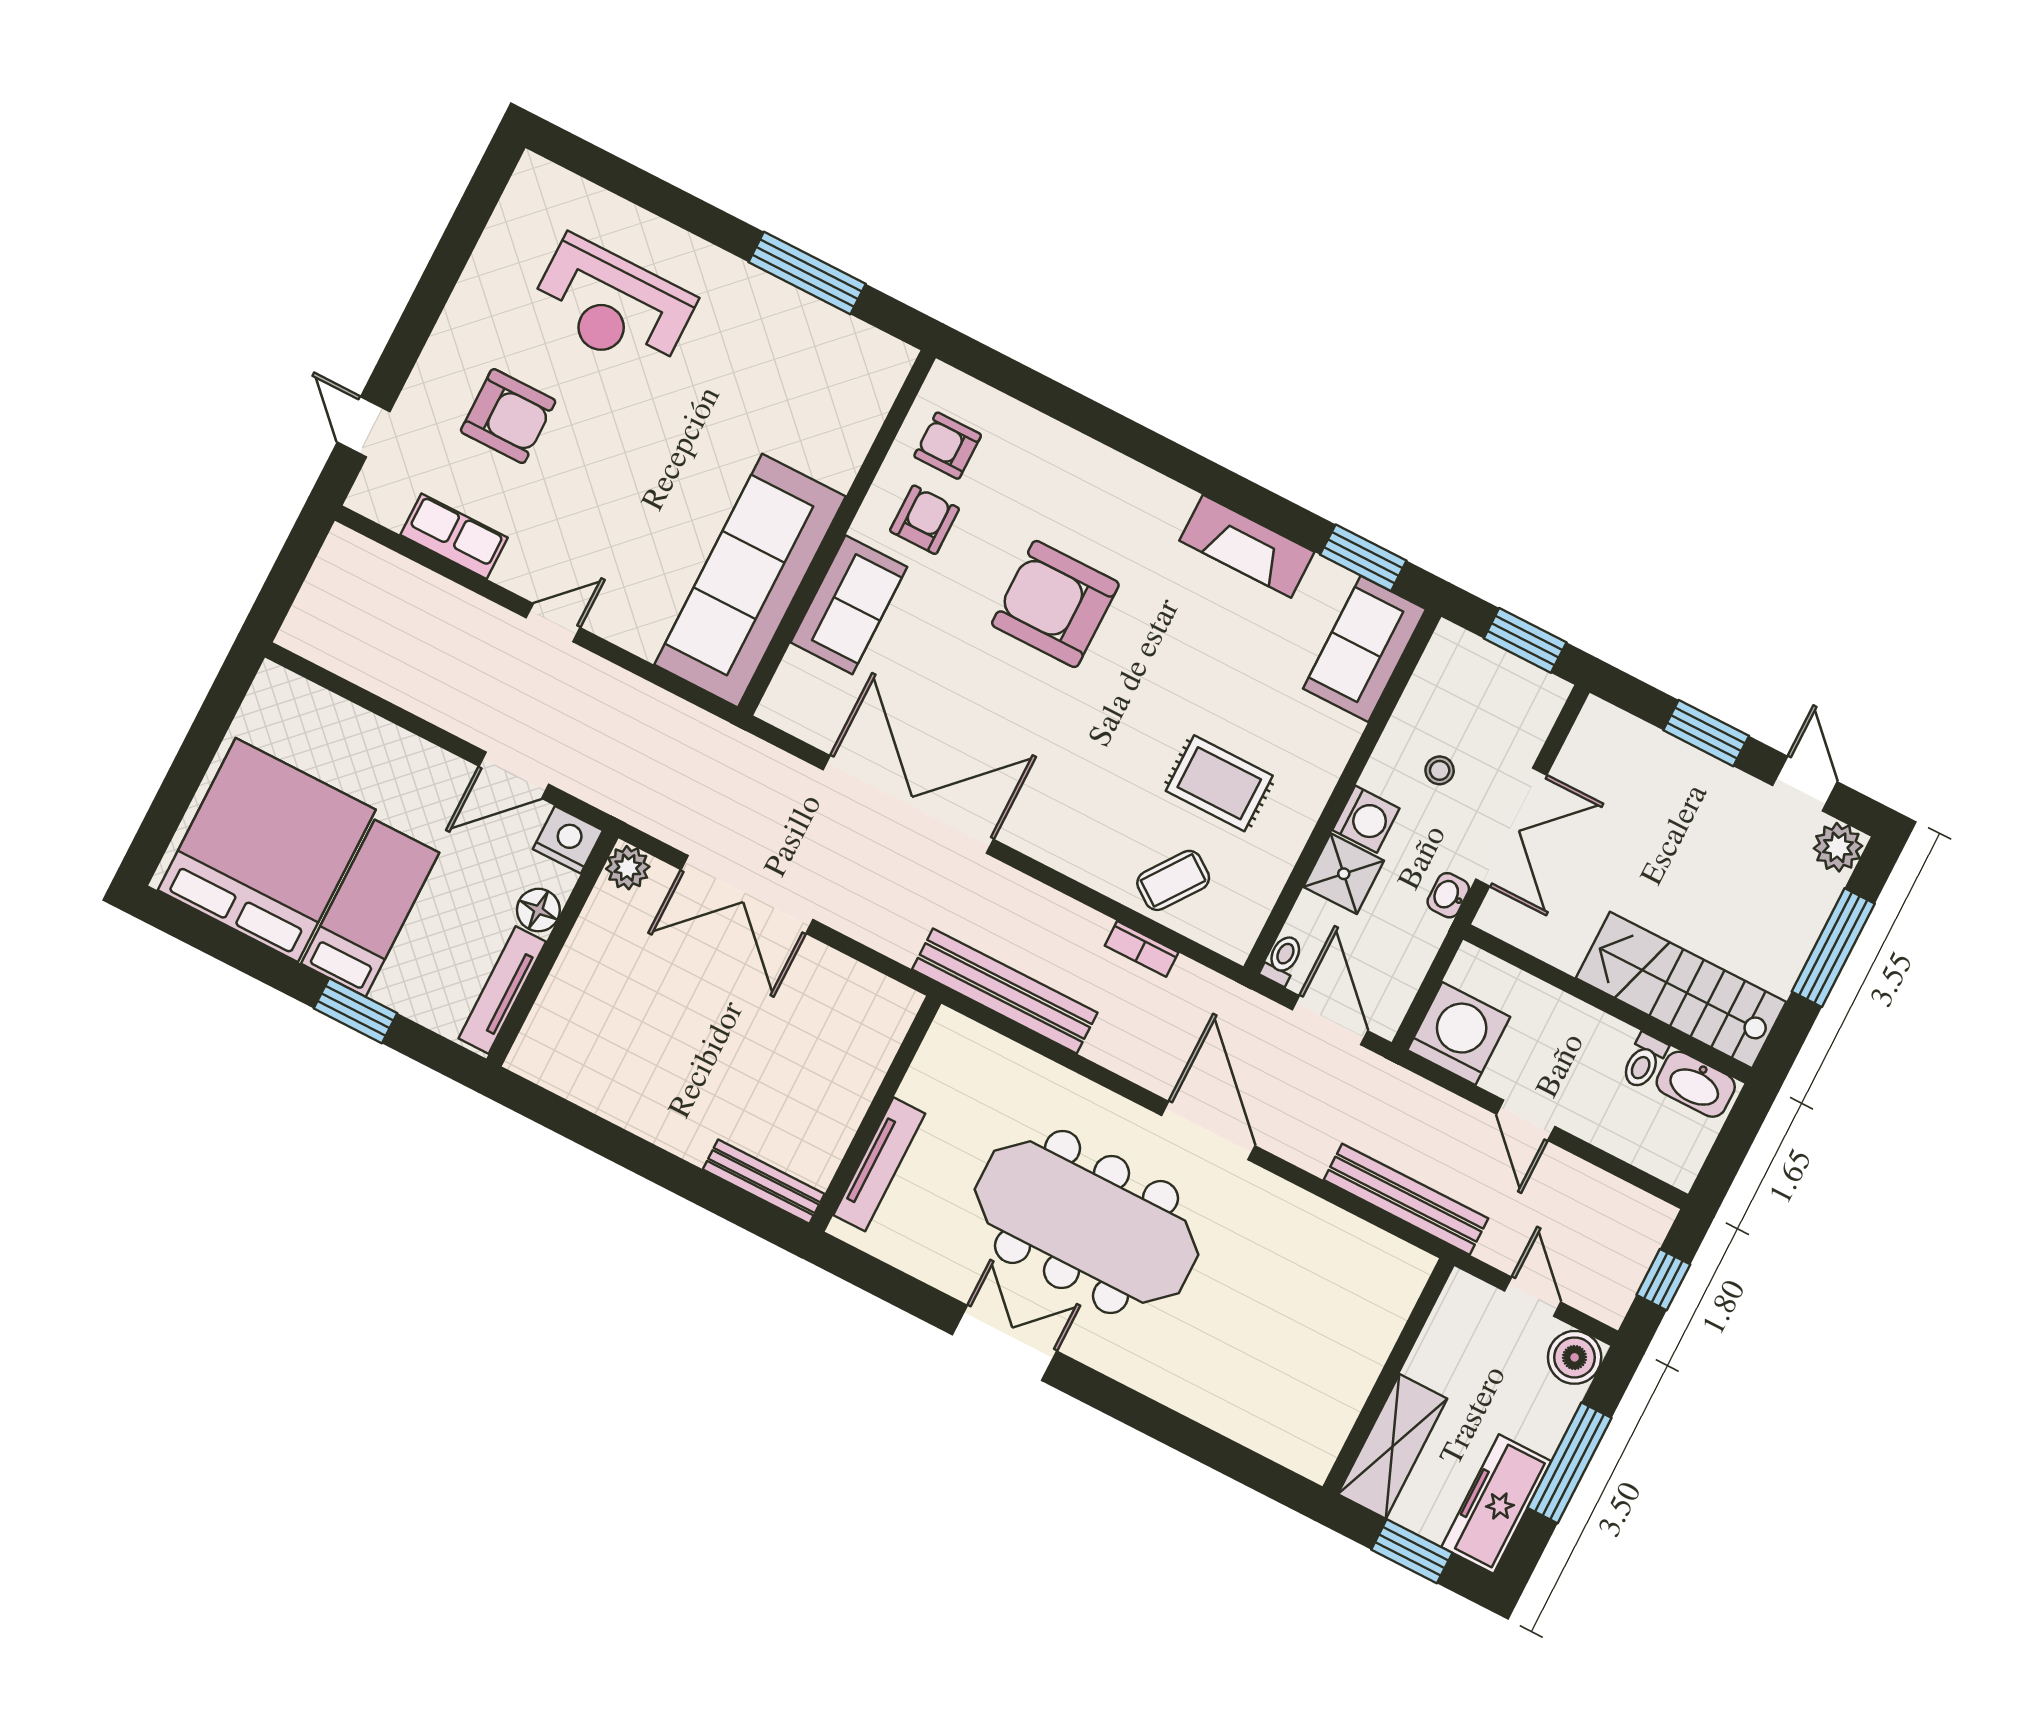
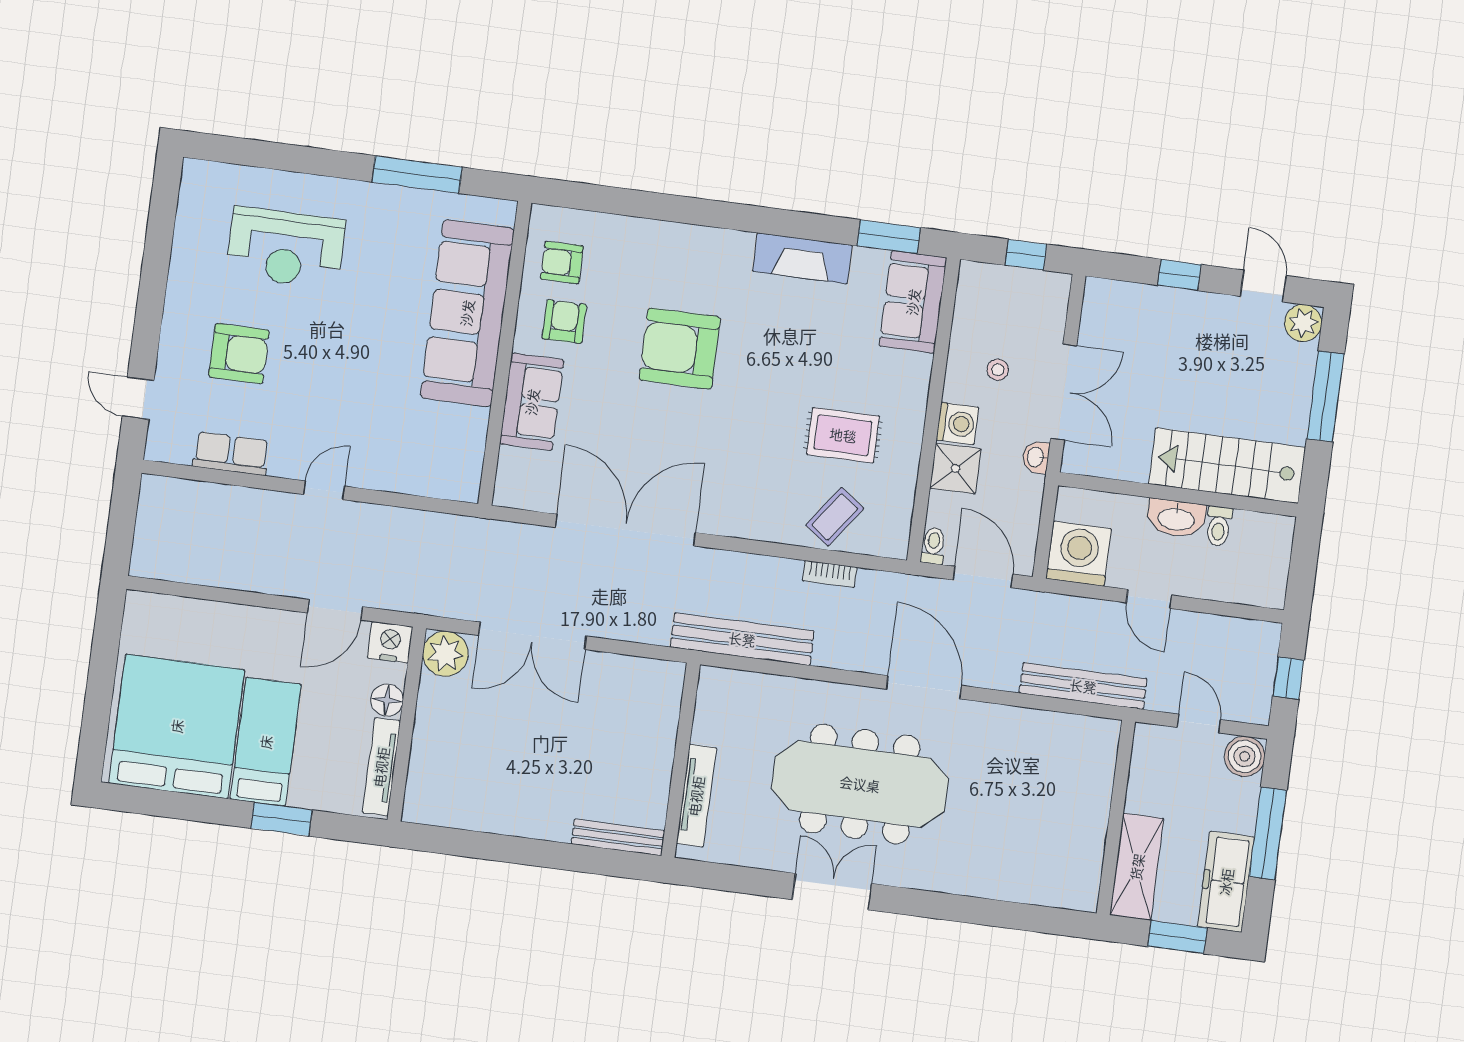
sofa: (750, 581) -> (467, 313), moved
window: (1525, 640) -> (1026, 255), width x0.67
window: (1706, 733) -> (1179, 275), width x0.67
plant: (628, 868) -> (445, 654), width x1.36, depth x1.36
washbasin: (1696, 1084) -> (1176, 518), moved

